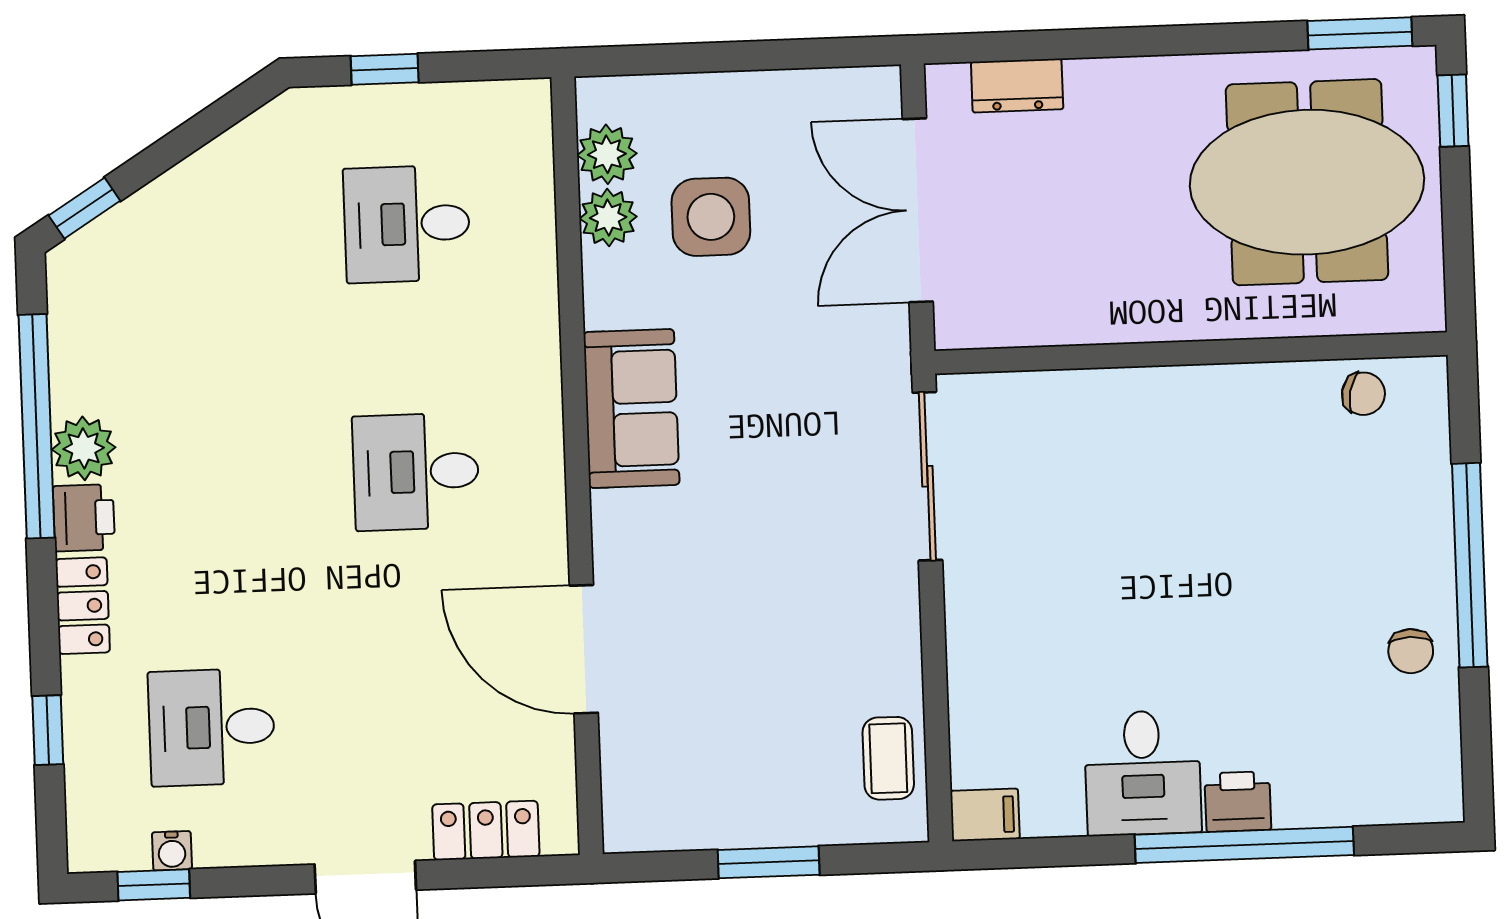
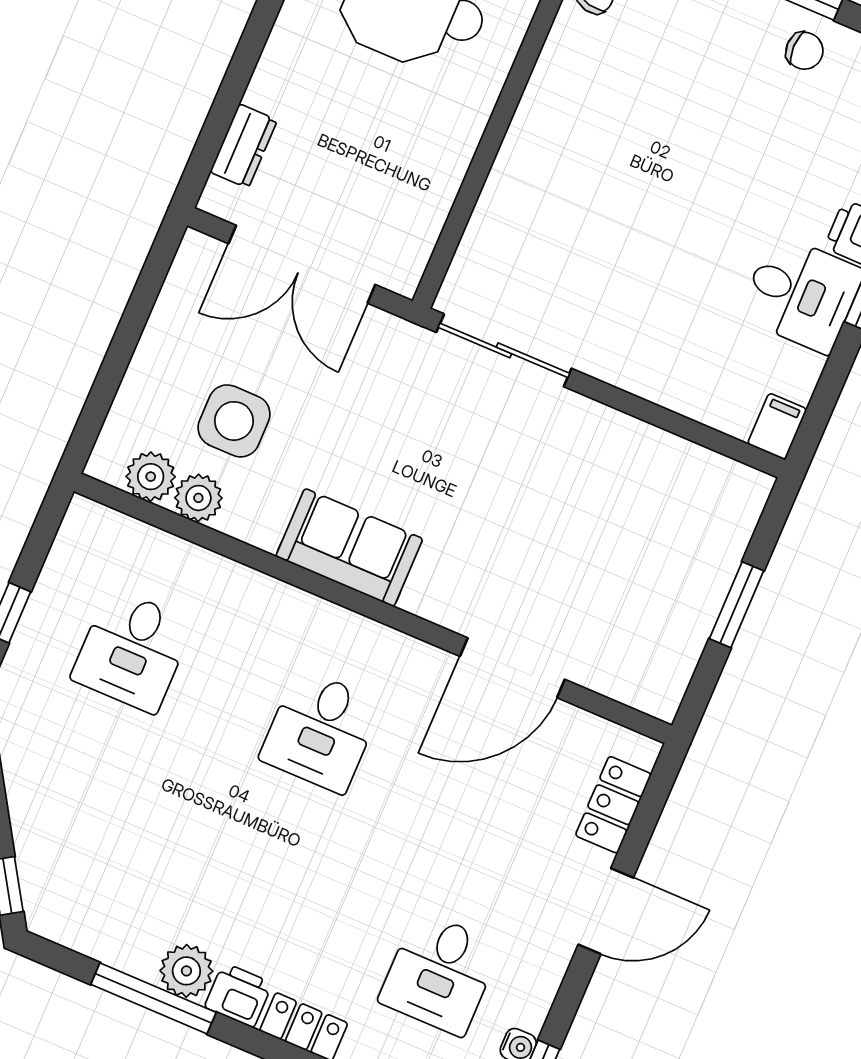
window: (37, 426) -> (153, 998), width x0.68
coffee table: (888, 758) -> (701, 479), removed

